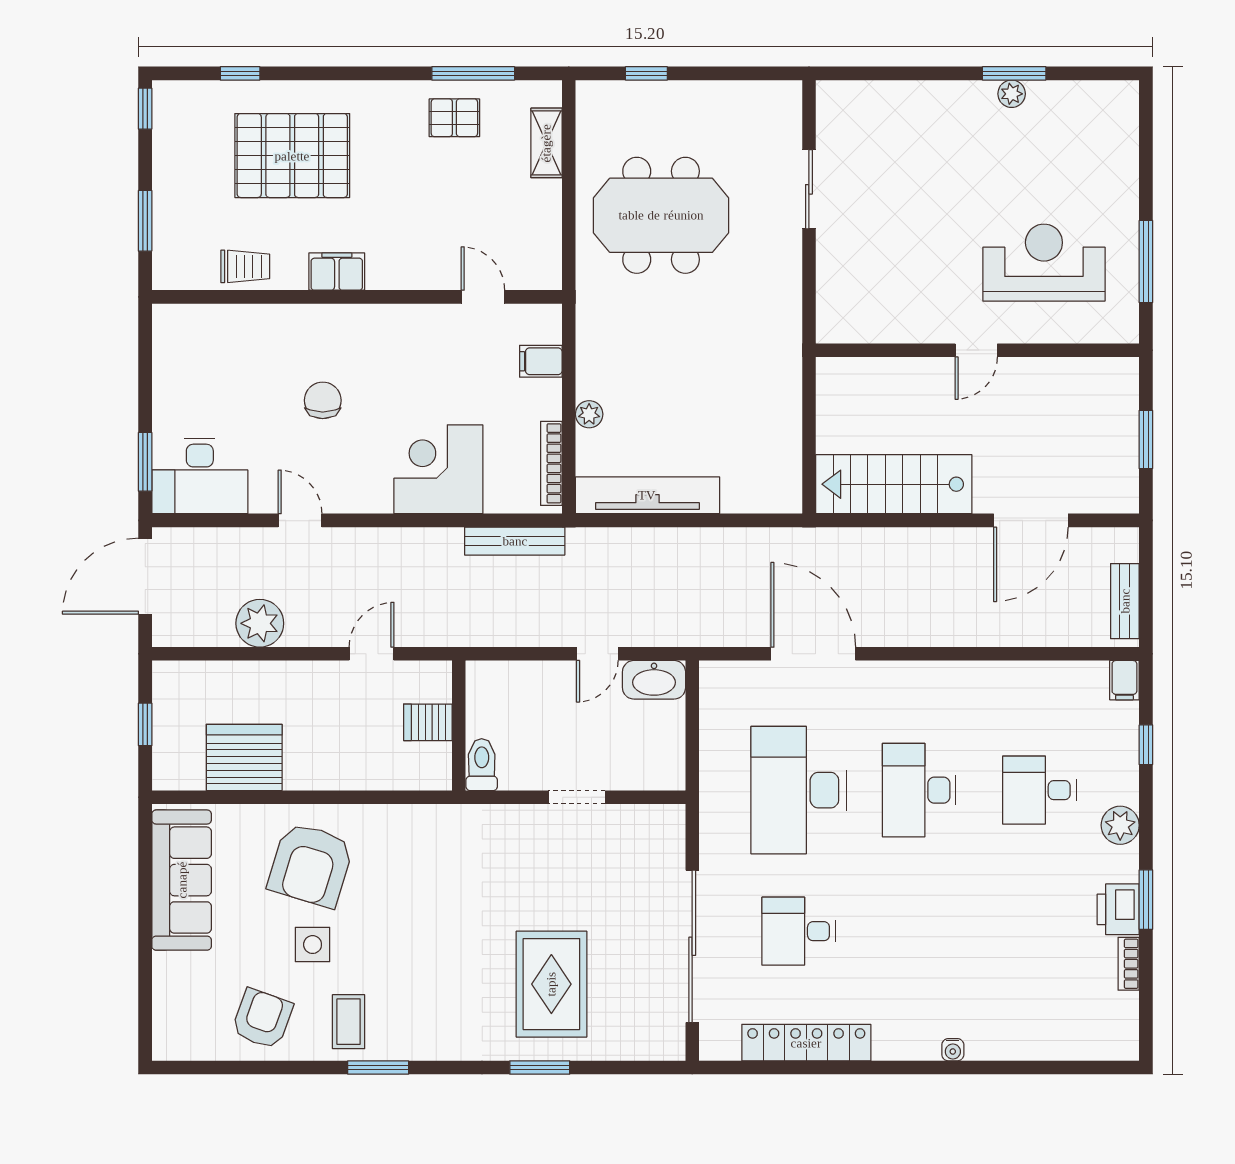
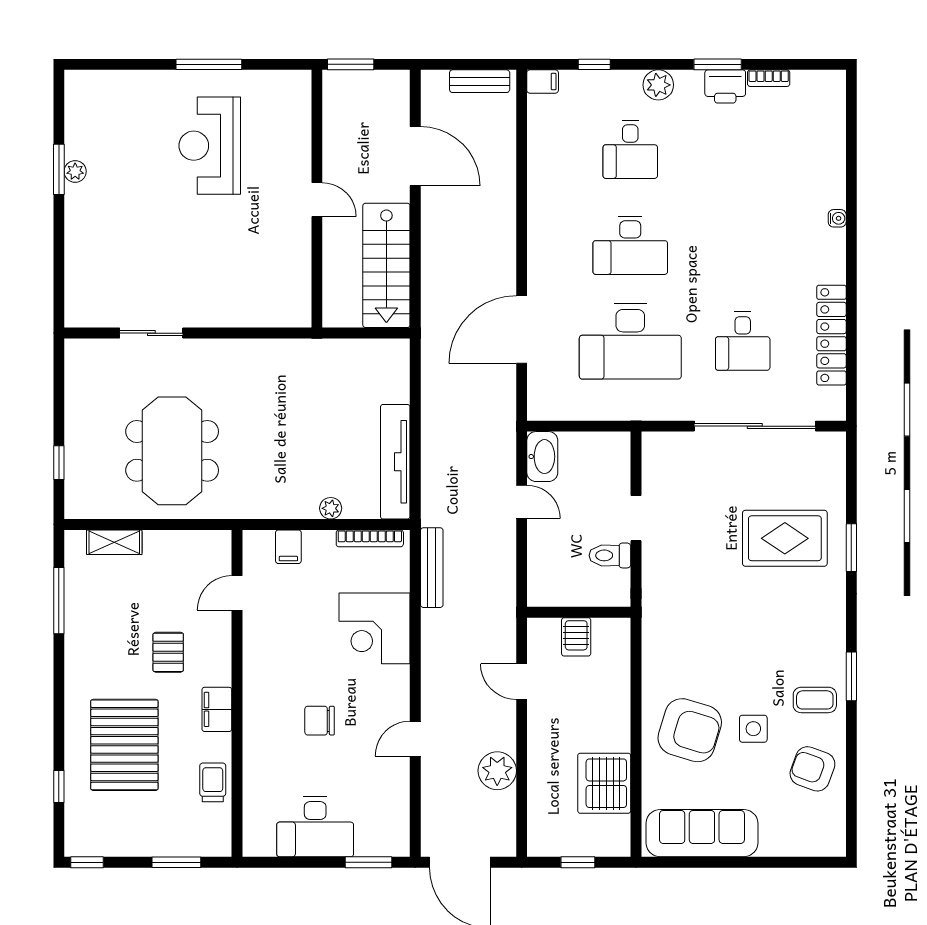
pallet: (454, 118) -> (168, 652), moved
door: (976, 350) -> (317, 200), moved
wall: (977, 350) -> (317, 199), moved
desk: (200, 476) -> (315, 827), moved, turned 90
toilet: (482, 765) -> (610, 555), moved

